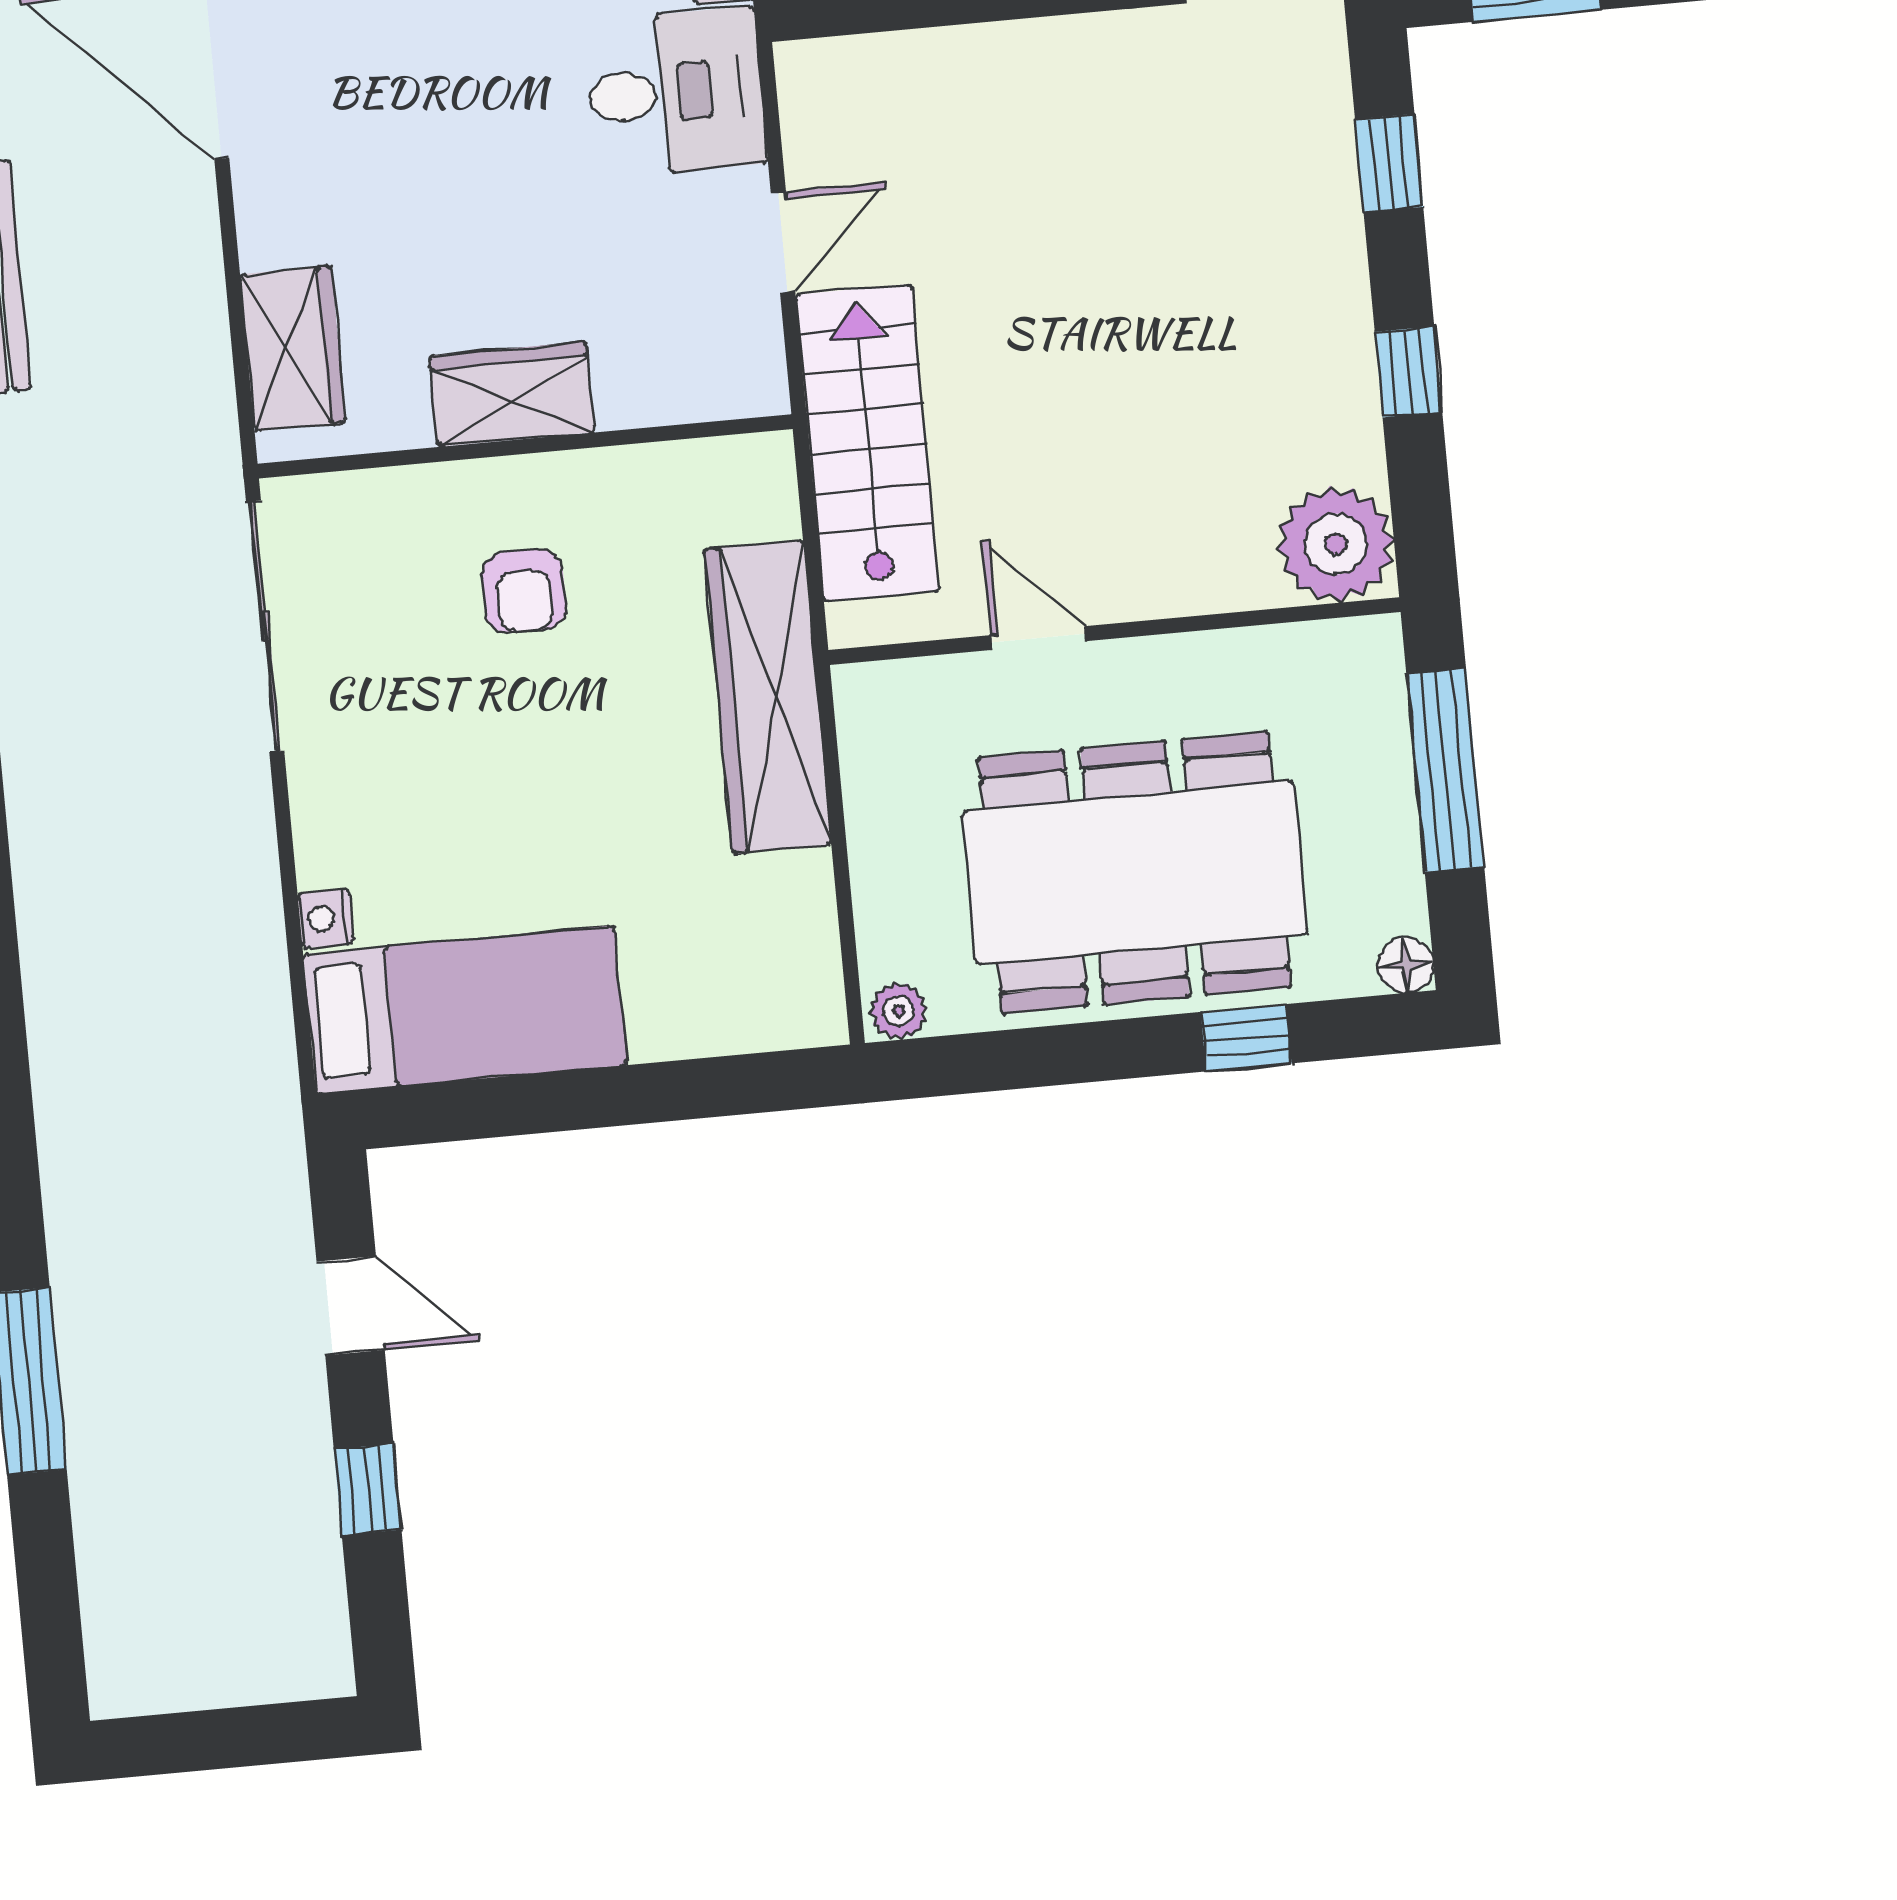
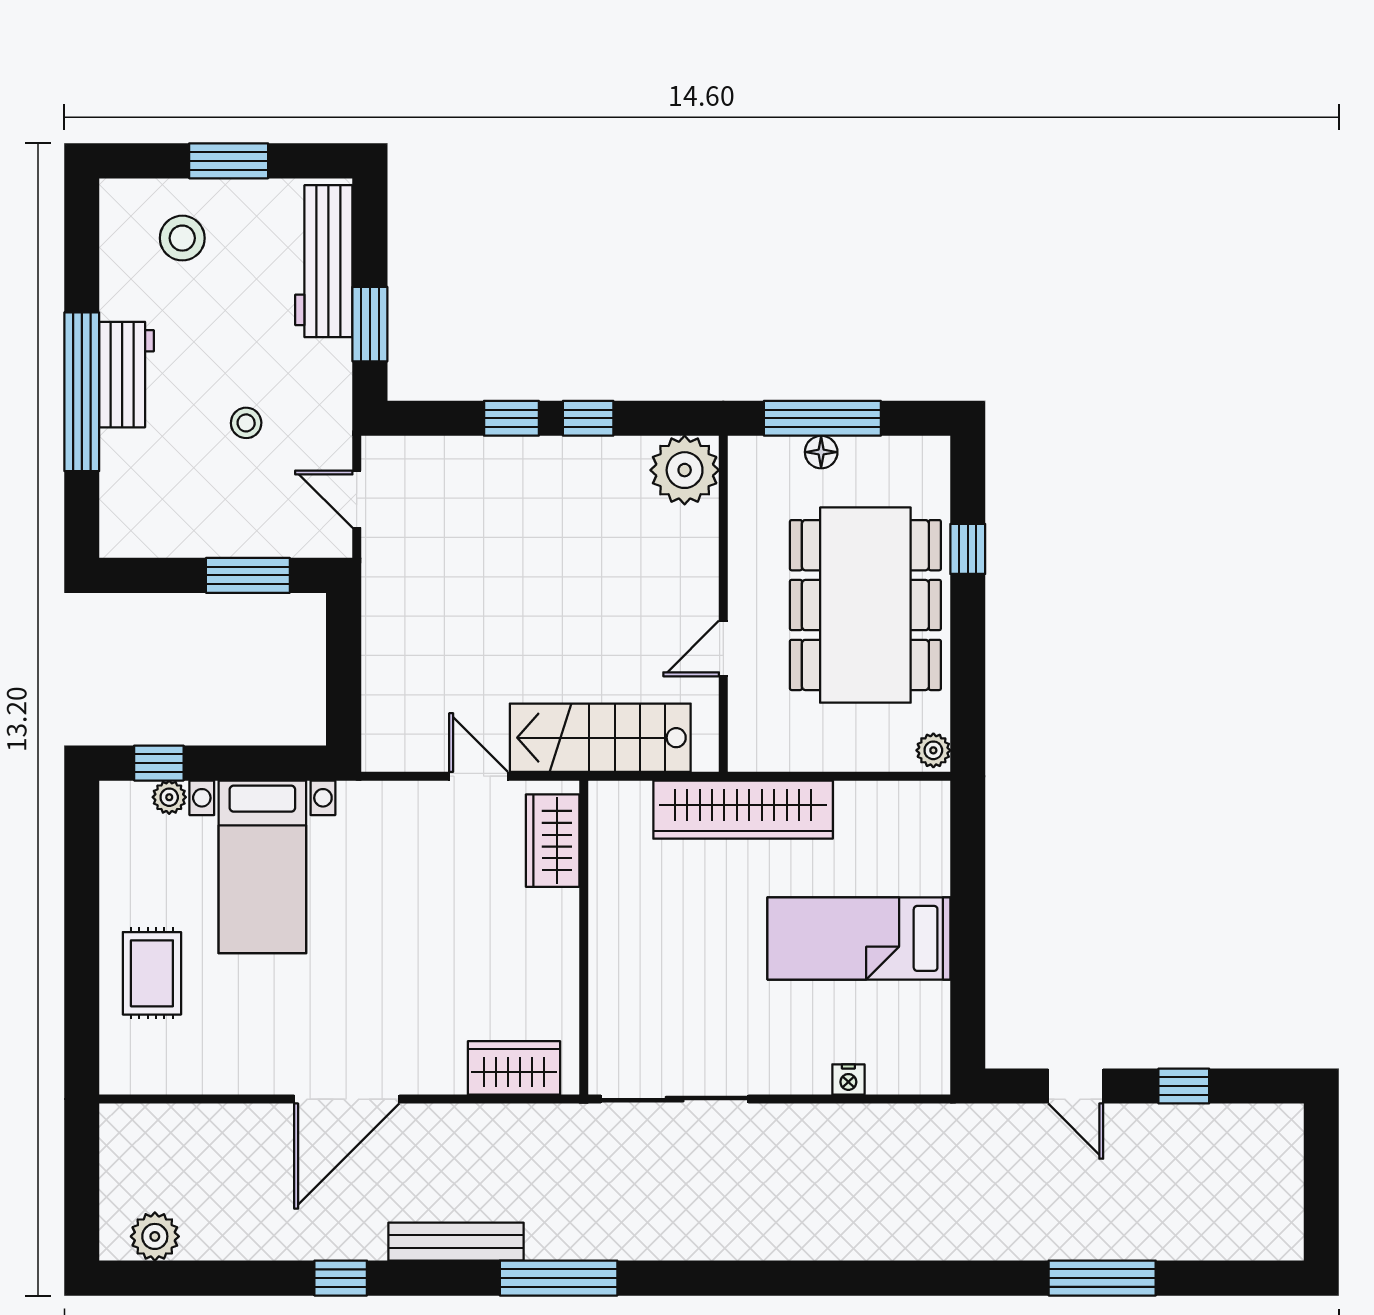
desk: (676, 92) -> (385, 831), removed
window: (1389, 163) -> (511, 418), moved
wardrobe: (512, 394) -> (553, 841), moved
armchair: (524, 591) -> (668, 946), removed
floor lamp: (1406, 965) -> (821, 452), moved
bed: (465, 1010) -> (859, 938), moved, turned -90
door: (351, 1306) -> (1076, 1086), swing flipped

